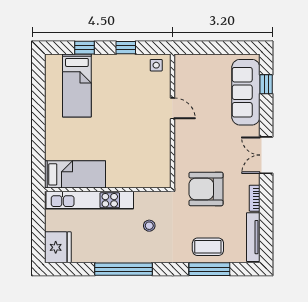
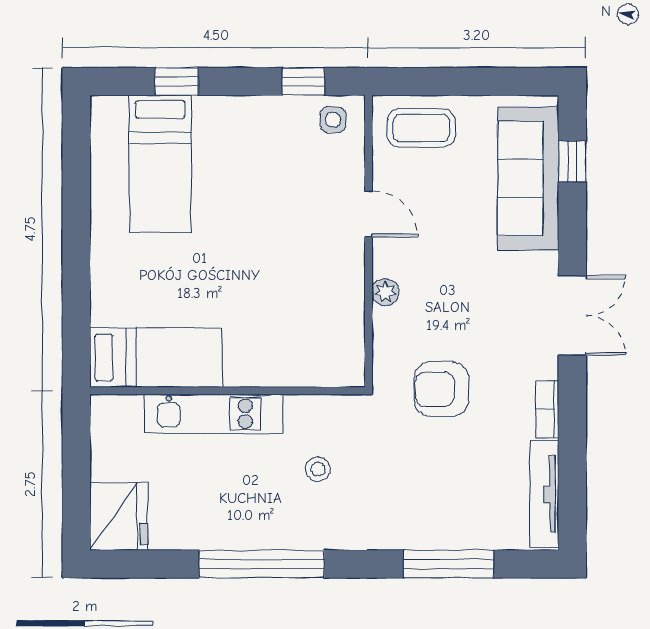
window: (126, 48) -> (303, 82), moved
plant: (180, 144) -> (385, 292), added
double door: (266, 155) -> (572, 315), swing flipped
armchair: (206, 189) -> (441, 389), width x0.73, depth x0.73
kitchen unit: (90, 200) -> (213, 414), width x0.73
coffee table: (208, 247) -> (421, 128), moved

